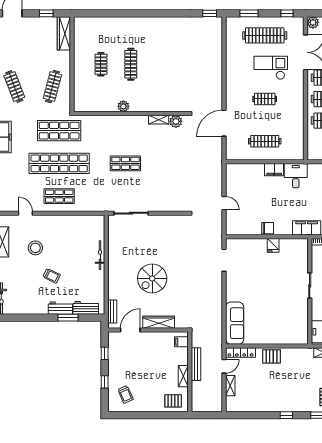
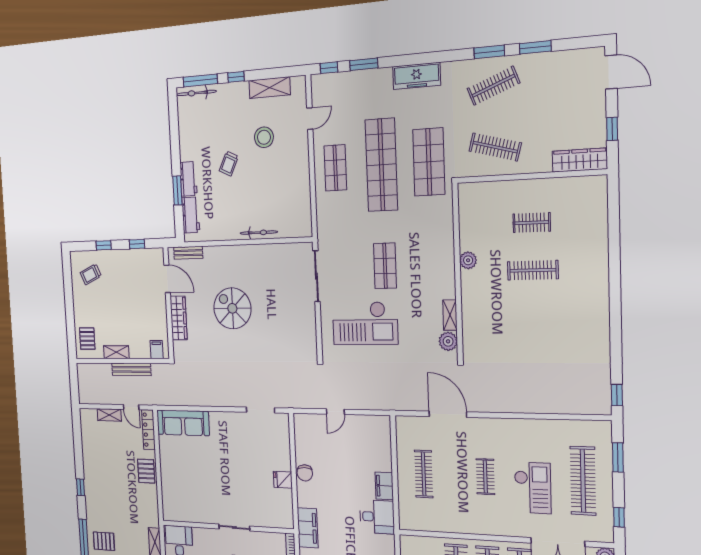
checkout: (163, 179) -> (365, 323), added

